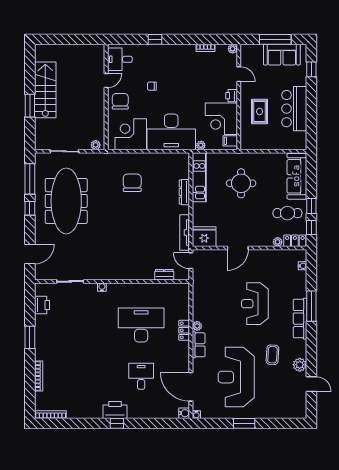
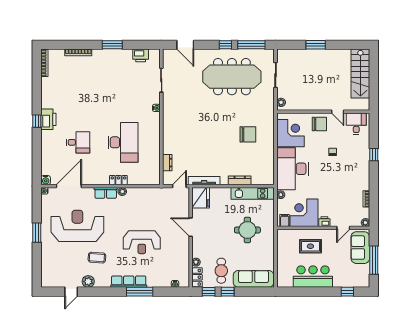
sofa: (282, 55) -> (360, 248), moved
stairs: (45, 90) -> (360, 74), moved, turned 90
reception desk: (255, 304) -> (142, 242), turned 180

